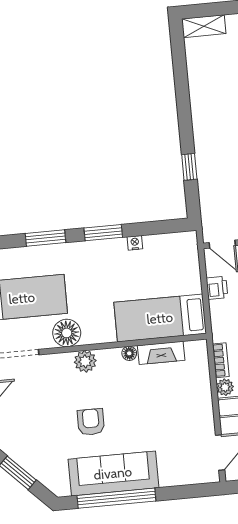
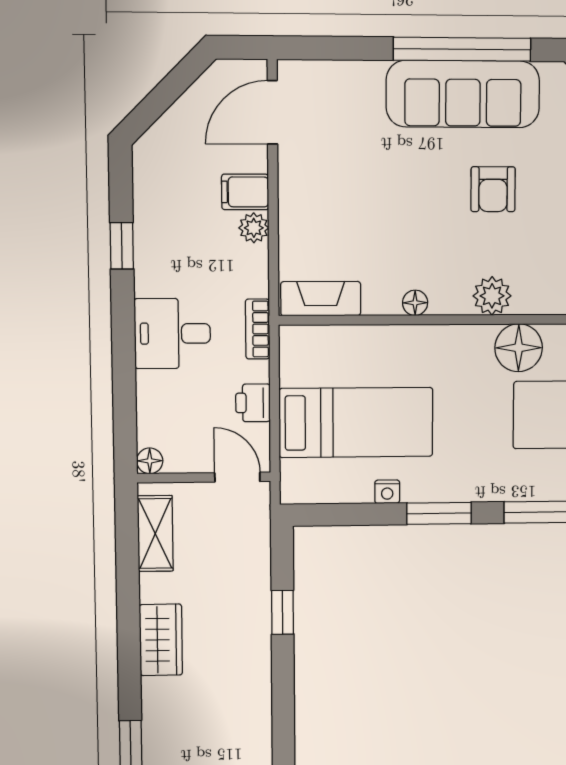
bed: (160, 318) -> (356, 422), moved
fireplace: (161, 353) -> (321, 299), moved
bookcase: (221, 360) -> (258, 329), moved

